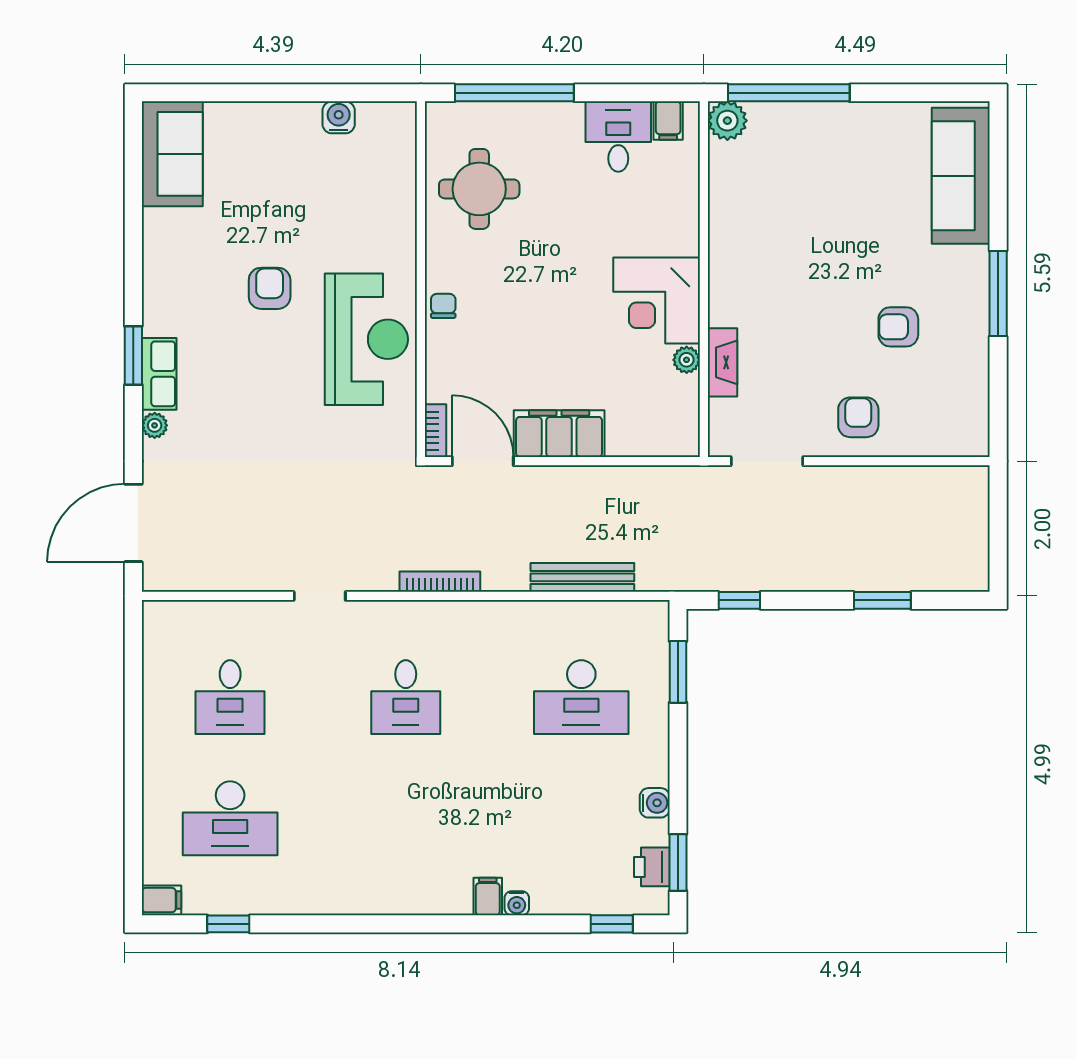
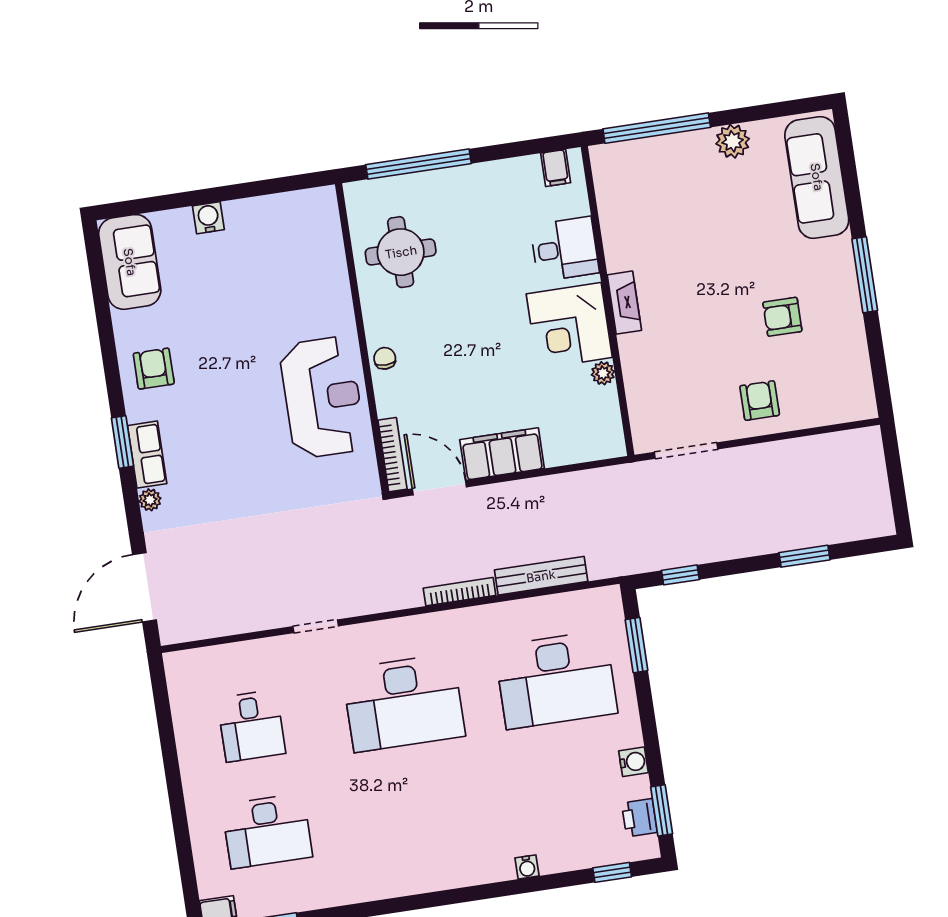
water cooler: (339, 117) -> (208, 218), moved
plant: (727, 121) -> (733, 141), moved
desk: (618, 137) -> (565, 249), moved, turned 90
armchair: (270, 288) -> (154, 369), moved
fireplace: (723, 362) -> (624, 303), moved
bookcase: (435, 431) -> (393, 455), width x1.56
bookcase: (440, 582) -> (459, 592), moved
desk: (406, 697) -> (404, 703), width x1.87, depth x1.30
desk: (581, 697) -> (556, 680), width x1.36, depth x1.30
filing cabinet: (488, 897) -> (501, 865), removed

